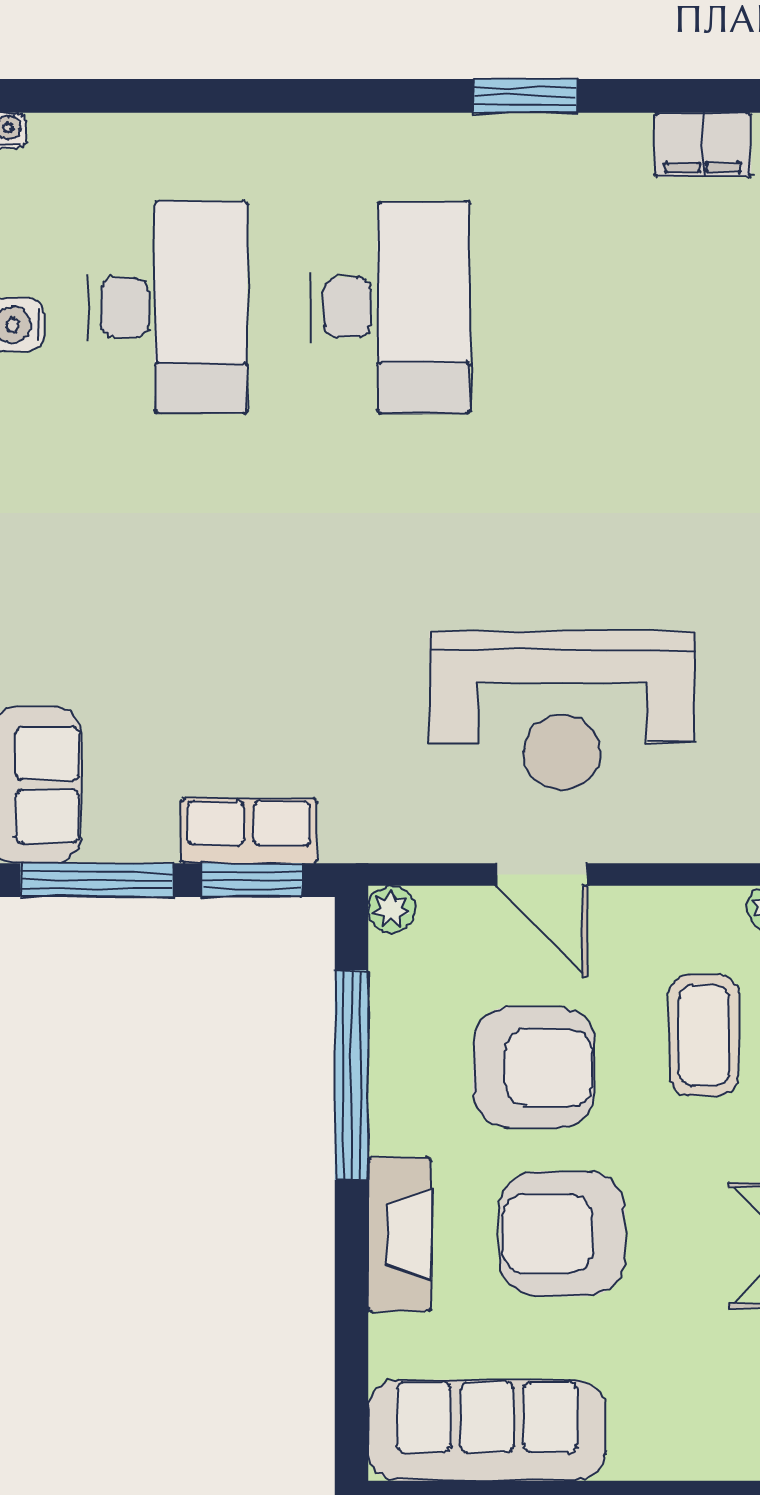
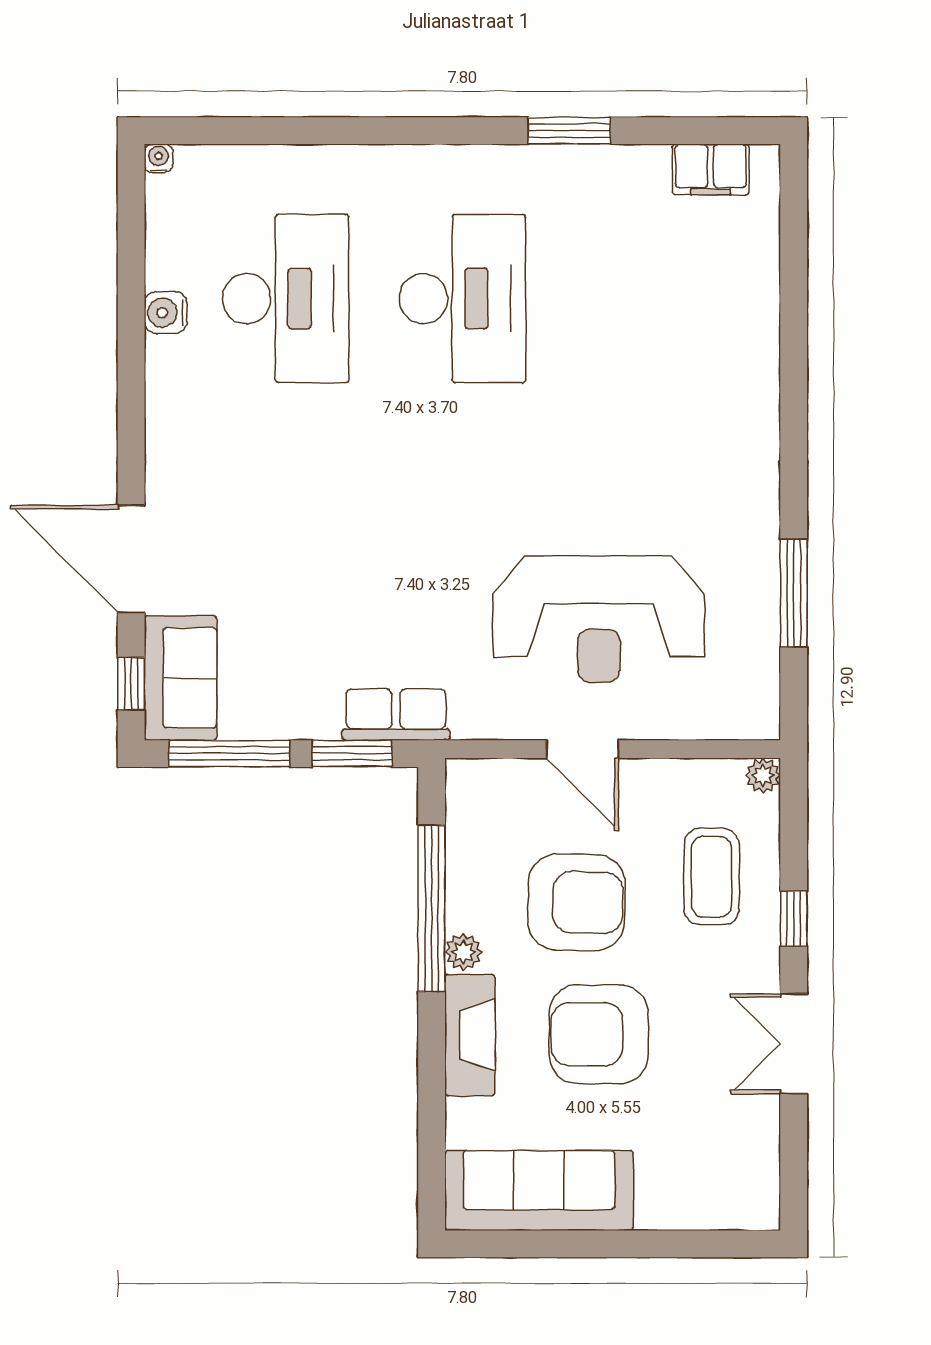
row of seats: (249, 831) -> (396, 714), moved
plant: (392, 909) -> (463, 952), moved

